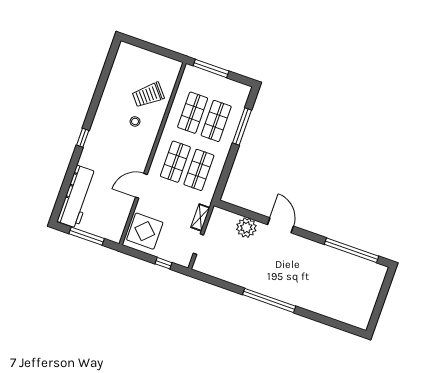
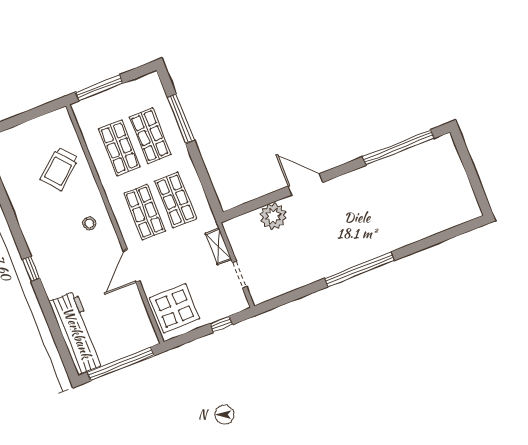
stool: (135, 121) -> (89, 223), moved
window: (87, 236) -> (121, 364), width x1.46

